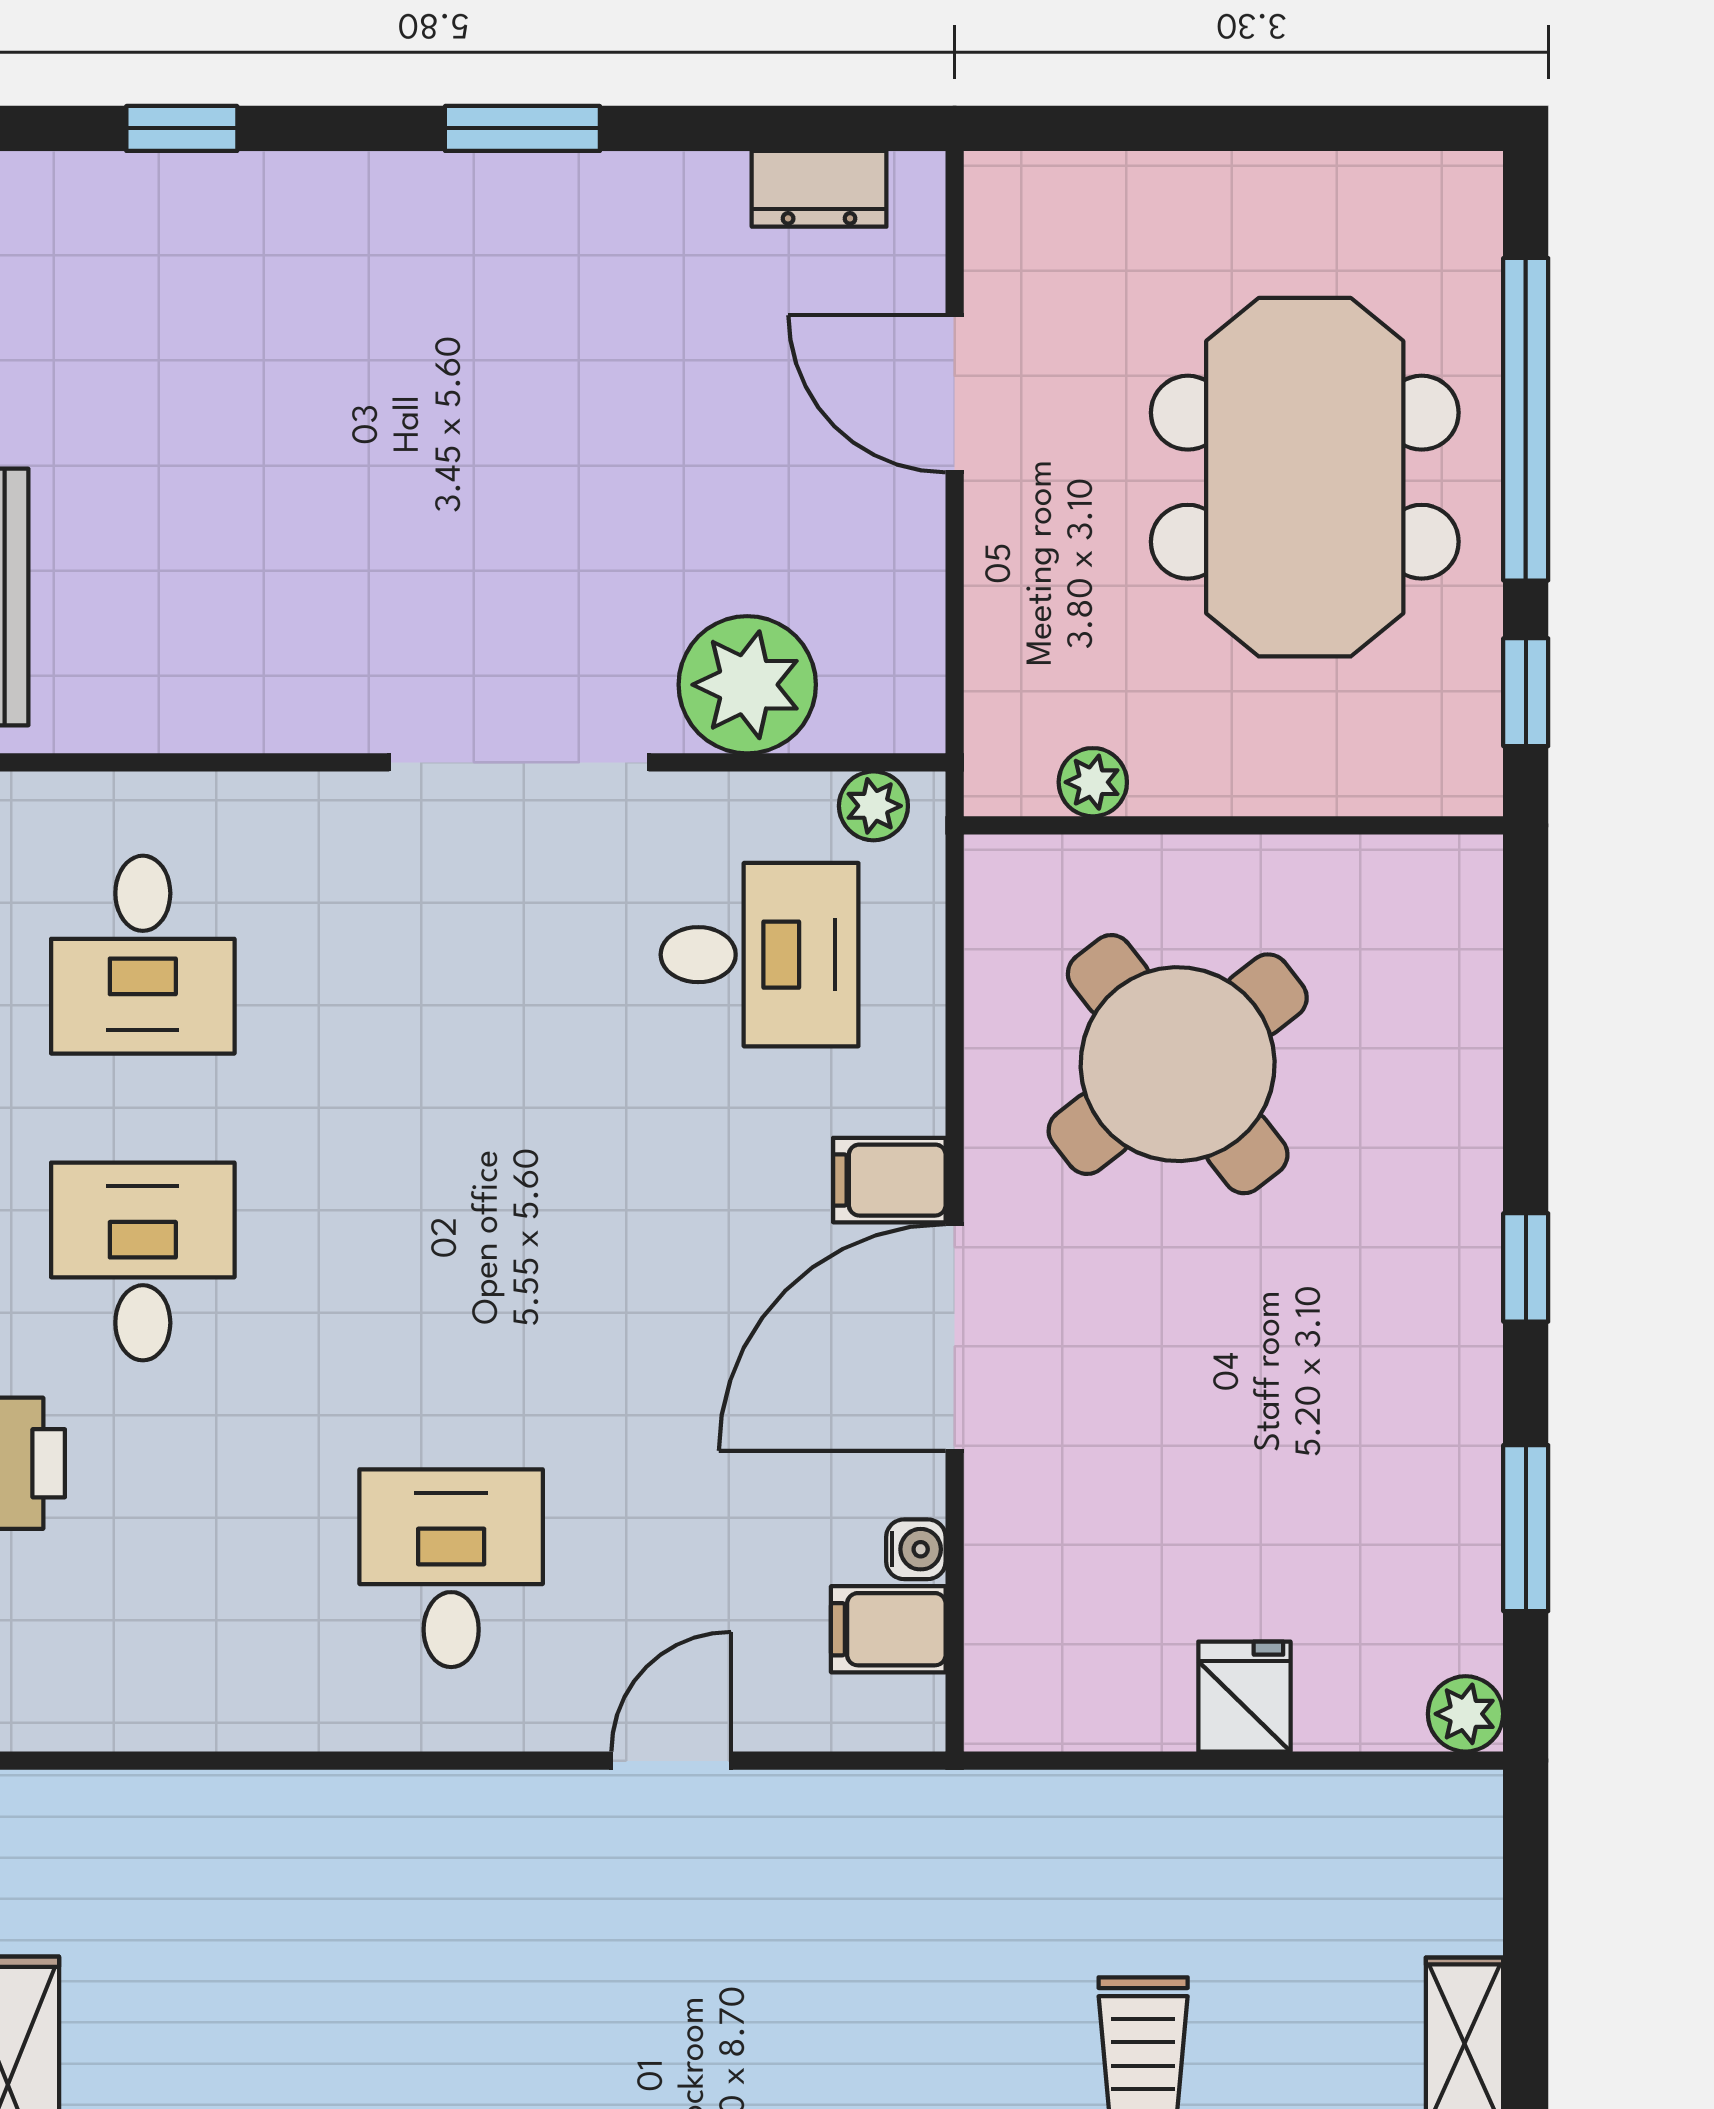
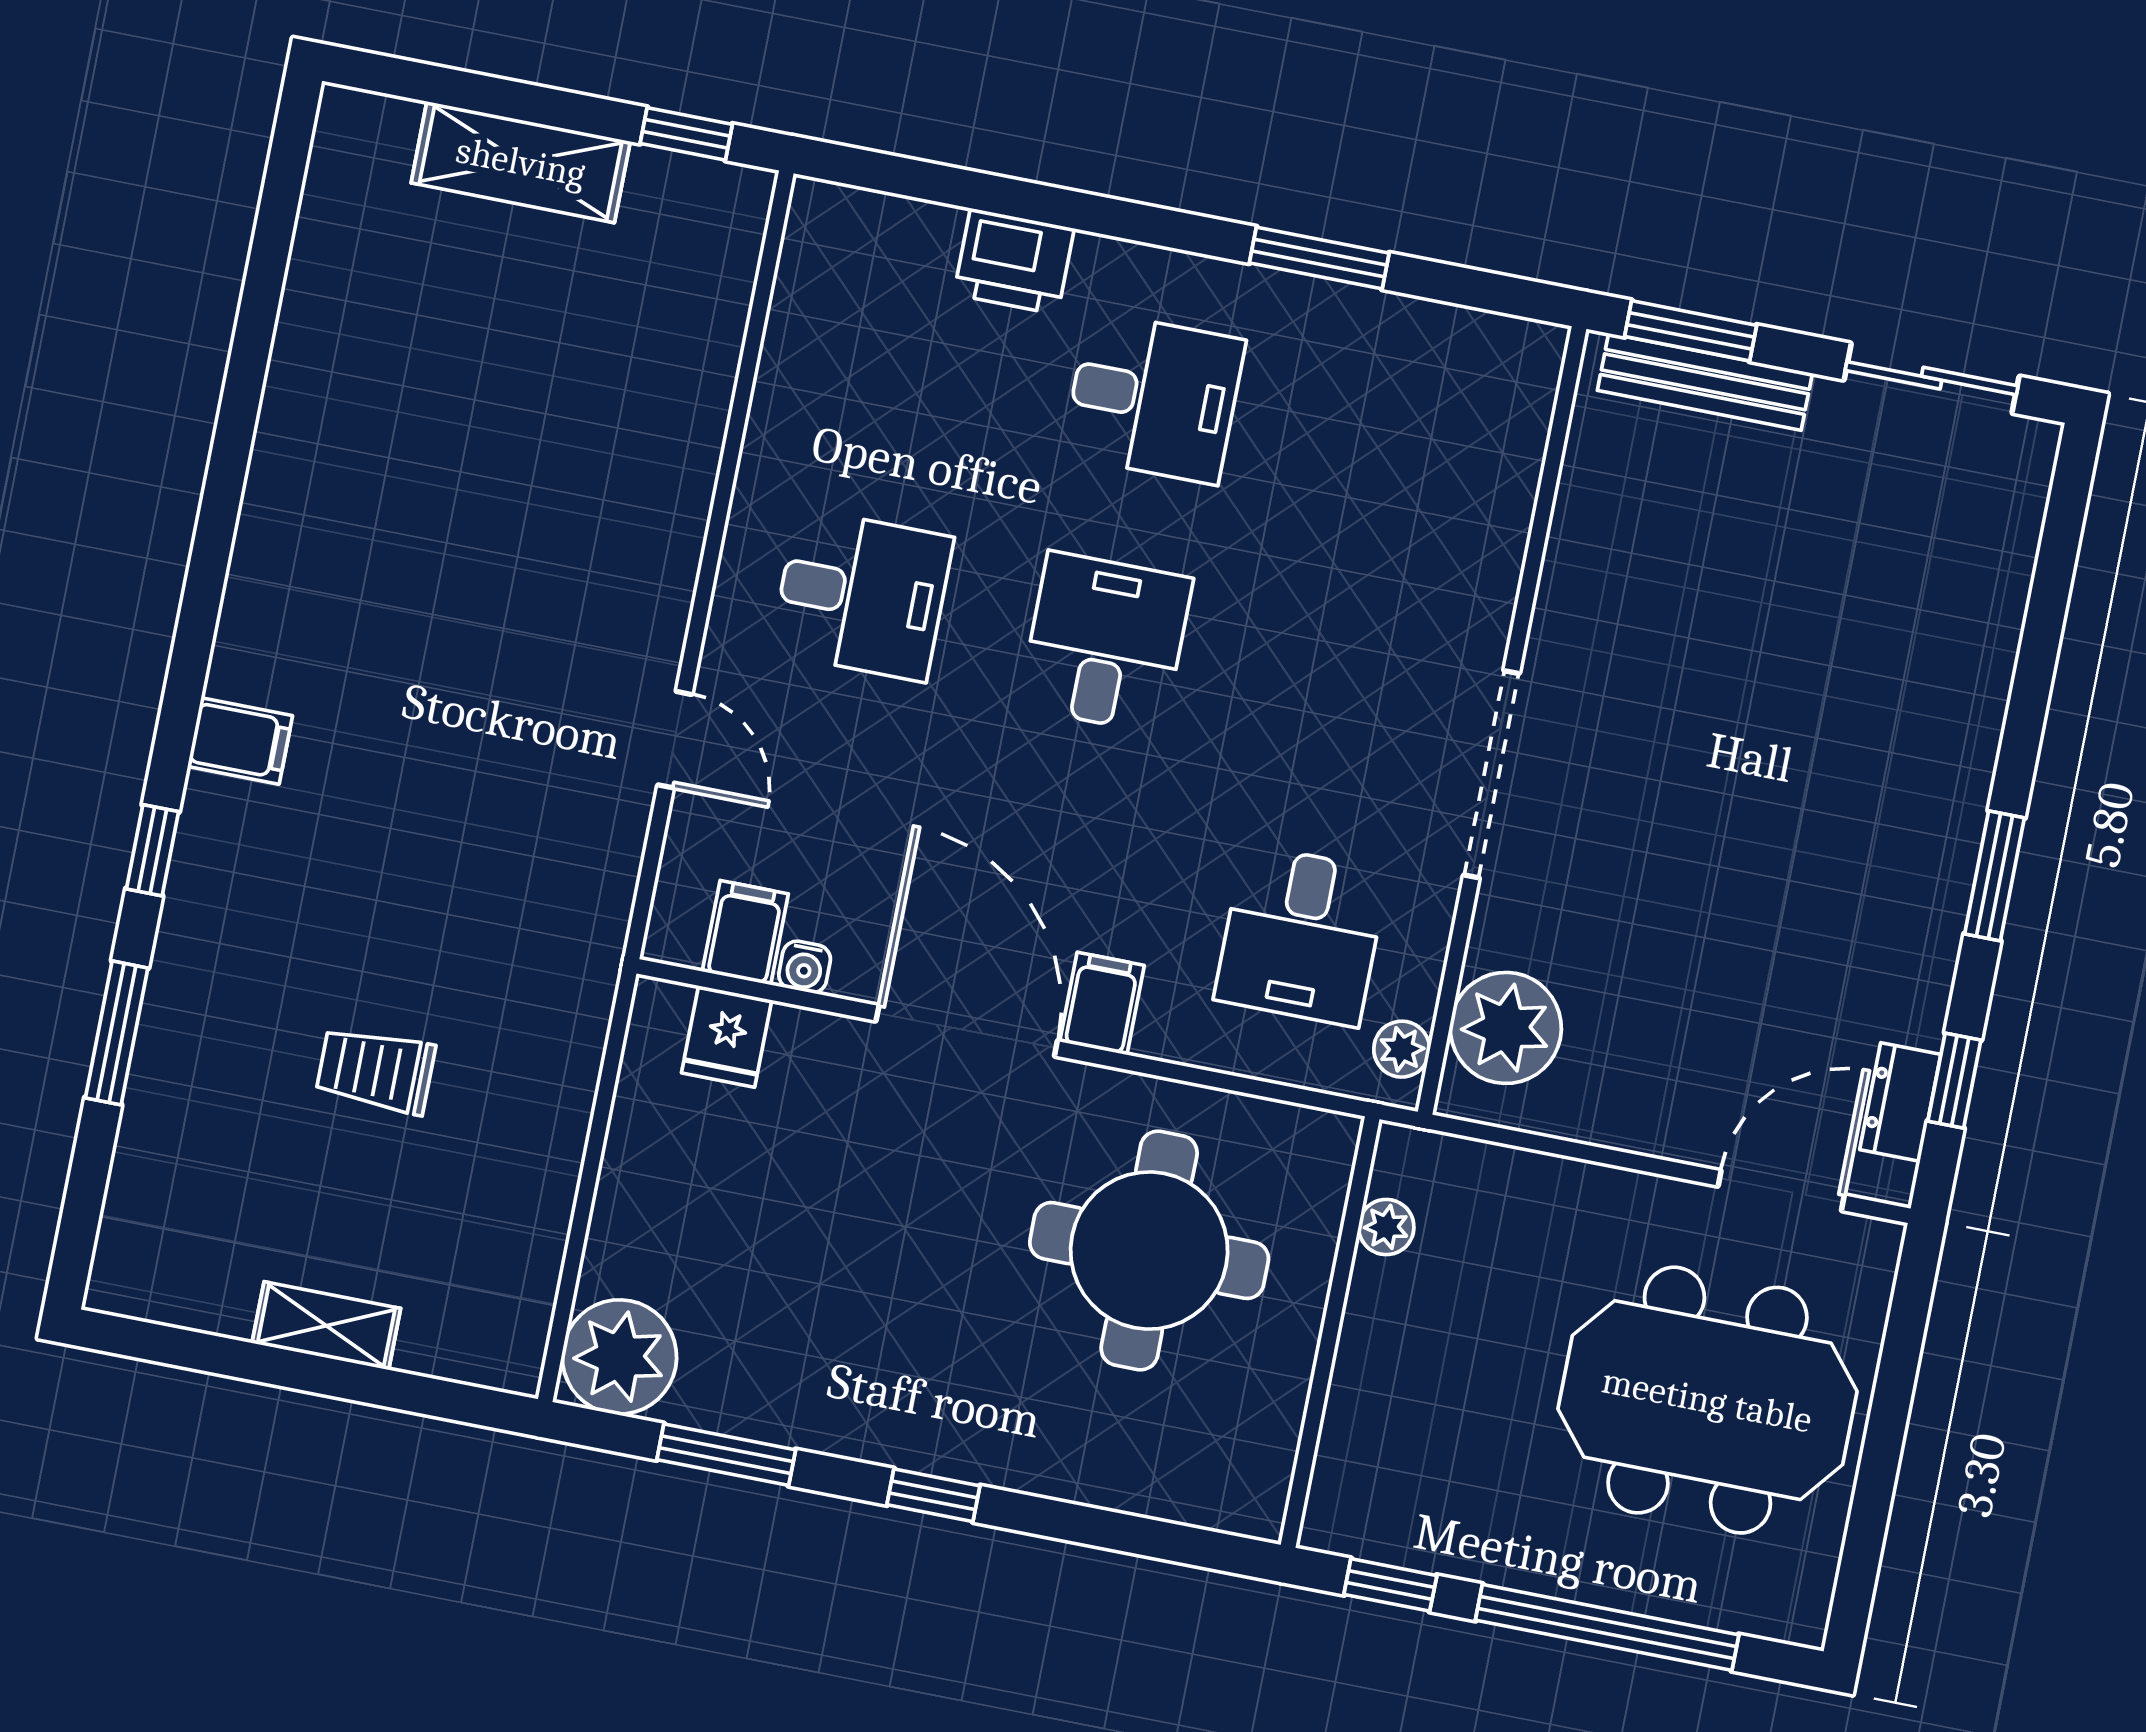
window: (182, 128) -> (1954, 1081), moved
door: (955, 394) -> (1781, 1191), moved
meeting table: (1305, 477) -> (1707, 1400), moved
plant: (747, 685) -> (1506, 1028), moved
desk: (143, 955) -> (1106, 643), moved, turned 90
round table: (1178, 1064) -> (1149, 1251), turned 38
fridge: (1244, 1697) -> (727, 1036), moved, turned 90
plant: (1466, 1714) -> (619, 1357), width x1.87, depth x1.87

